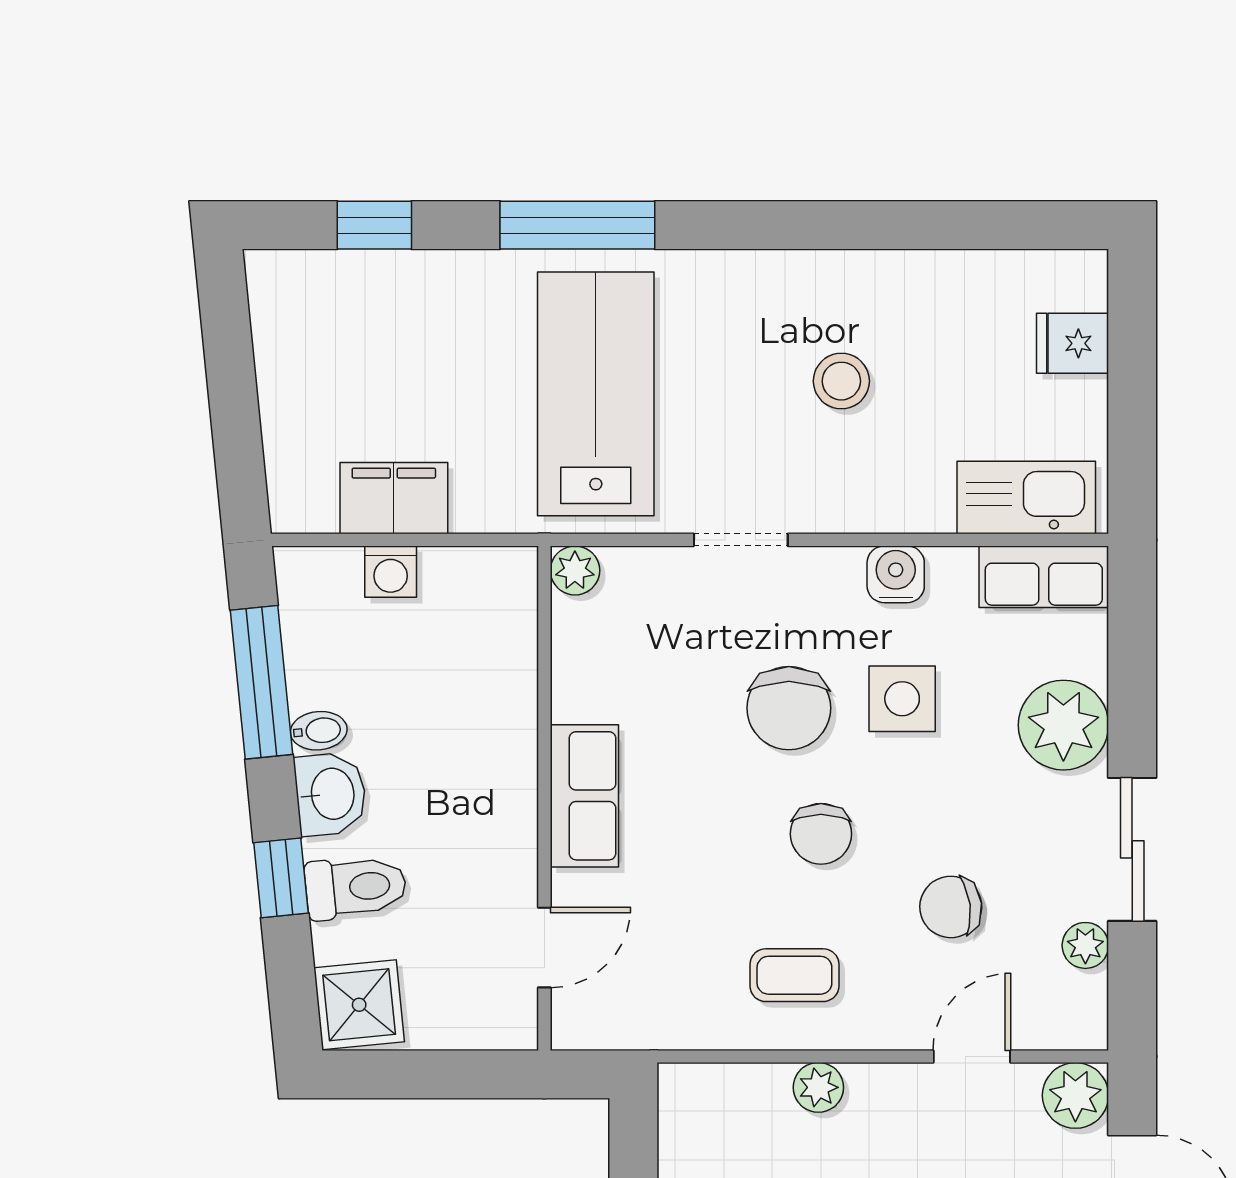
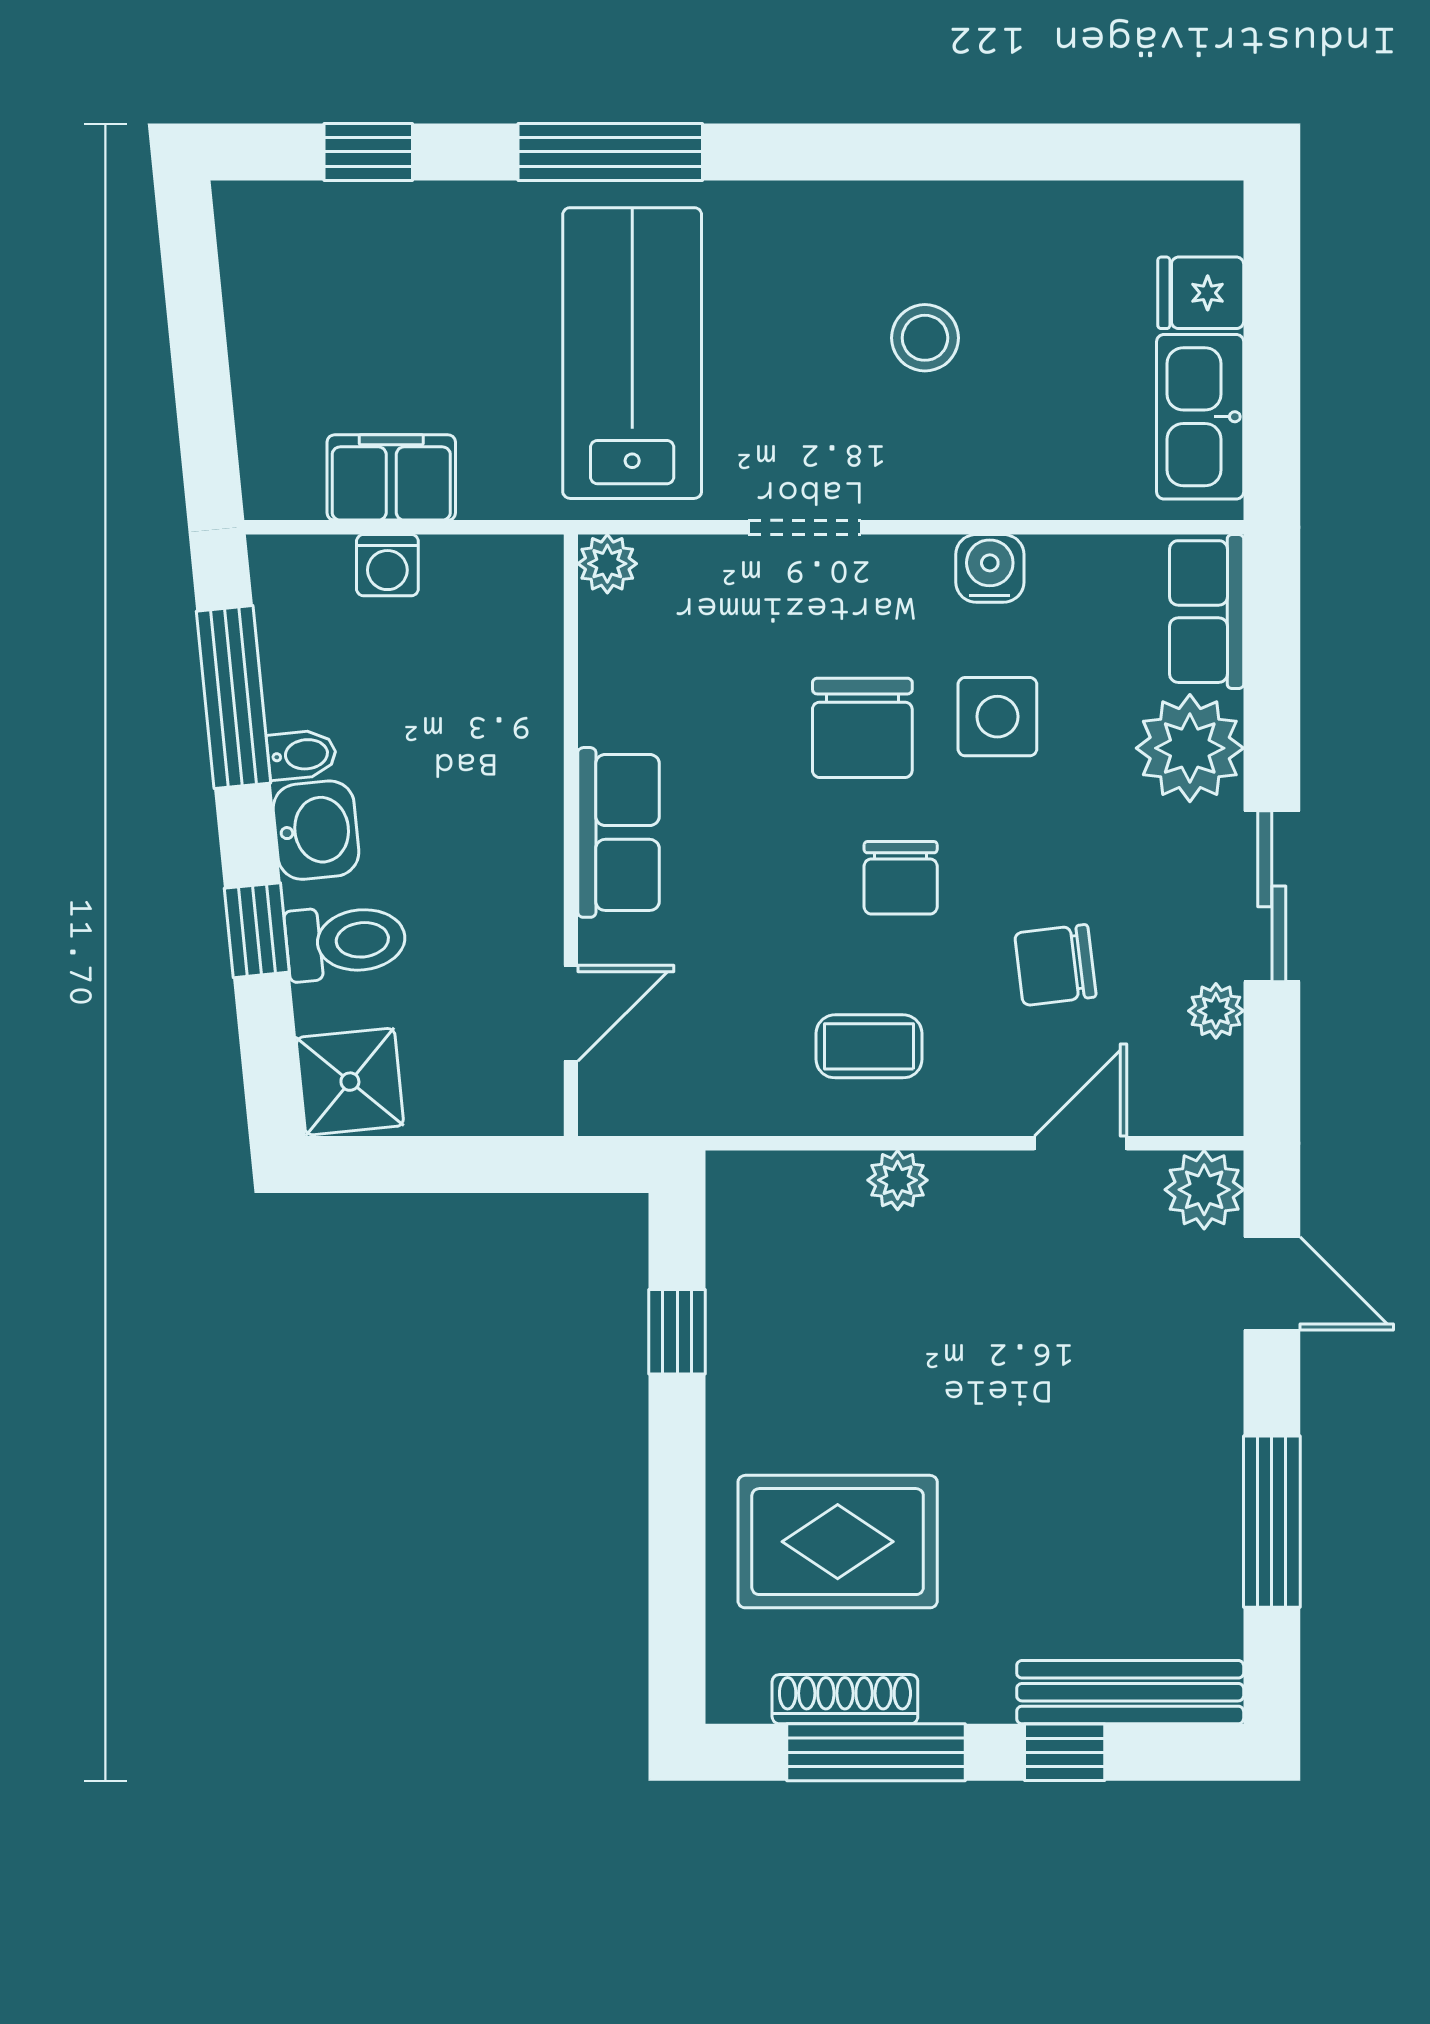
kitchen sink: (1026, 498) -> (1200, 417), moved, turned -90
row of seats: (1044, 577) -> (1207, 612), moved, turned 90

